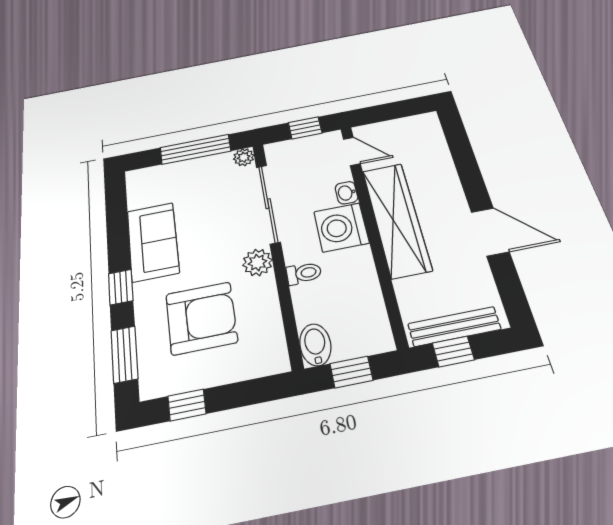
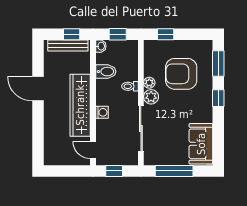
plant: (244, 157) -> (149, 83), moved
washbasin: (347, 193) -> (101, 46), moved
washing machine: (341, 227) -> (102, 112), width x0.53, depth x0.53
sofa: (153, 242) -> (201, 144), moved
bidet: (315, 345) -> (106, 72), moved, turned -90
window: (187, 405) -> (166, 34), moved

